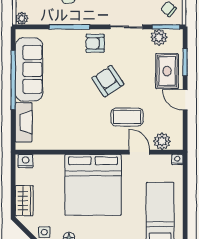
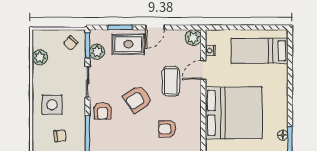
armchair: (76, 113) -> (167, 129), added
plant: (162, 141) -> (193, 38), moved
nightstand: (177, 160) -> (210, 51), moved

